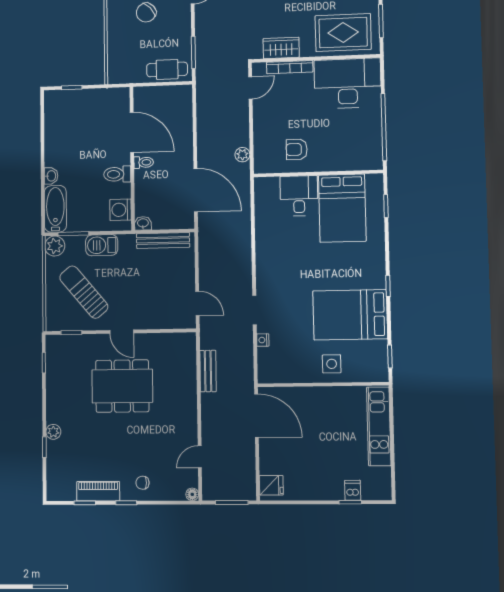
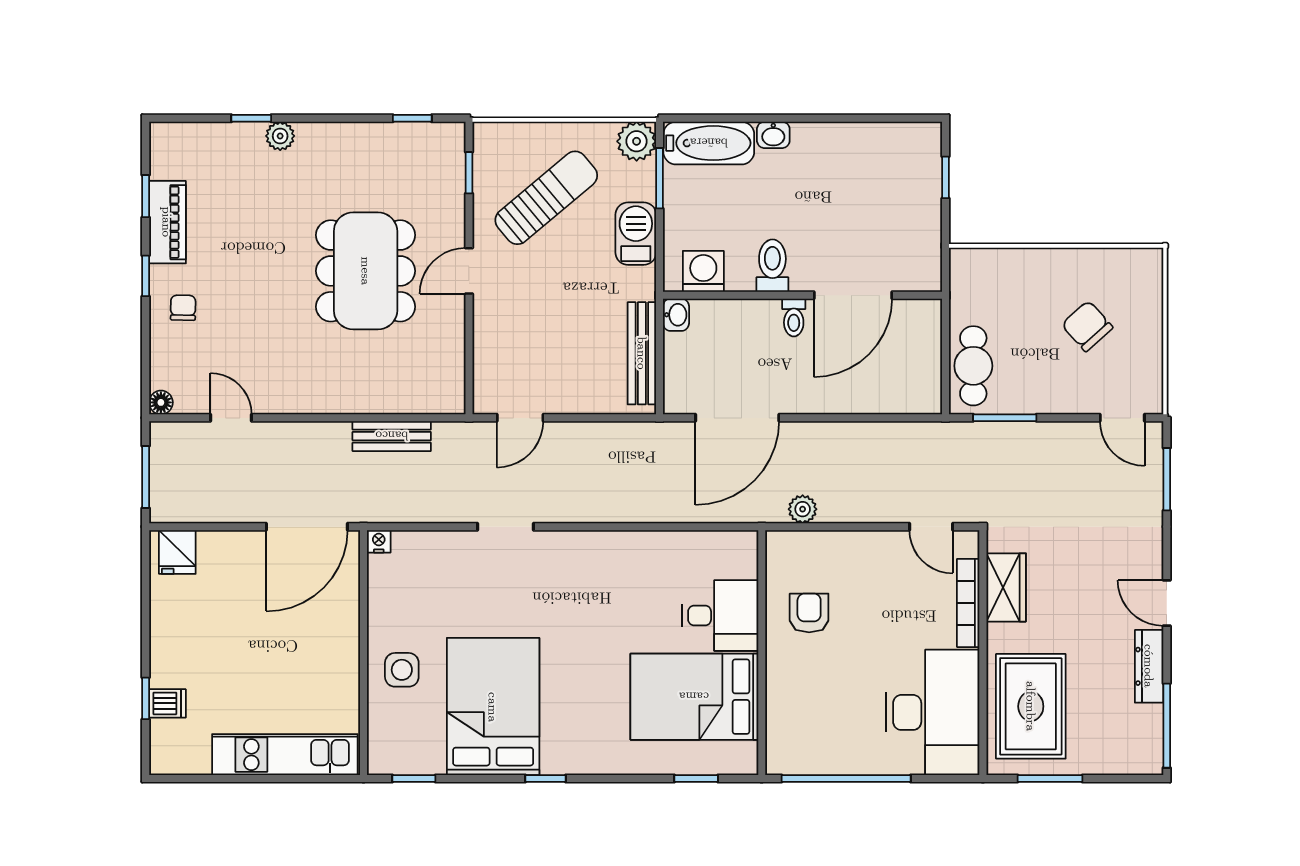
nightstand: (263, 340) -> (379, 541), moved

